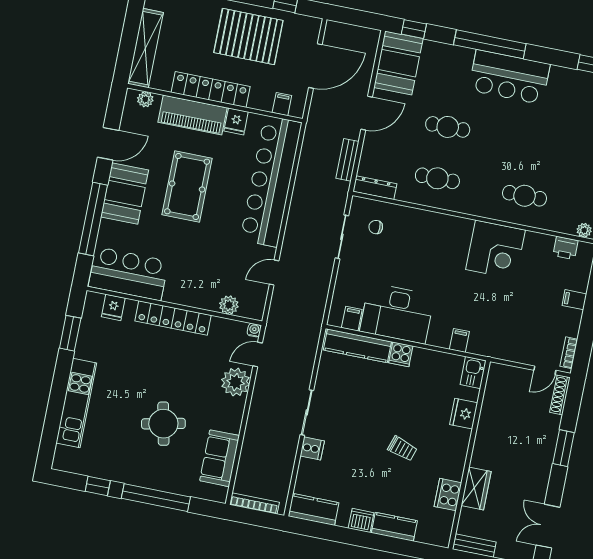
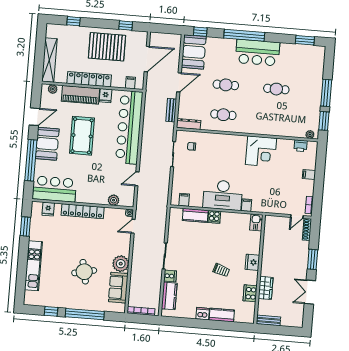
cafe table: (525, 196) -> (276, 89), moved
desk: (397, 313) -> (223, 195), moved
kitchen counter: (357, 346) -> (195, 215), width x0.67
plant: (236, 382) -> (121, 264), moved
fridge: (464, 414) -> (252, 262), moved
kitchen counter: (313, 509) -> (169, 296), moved, turned 90
double door: (548, 526) -> (310, 292), moved

